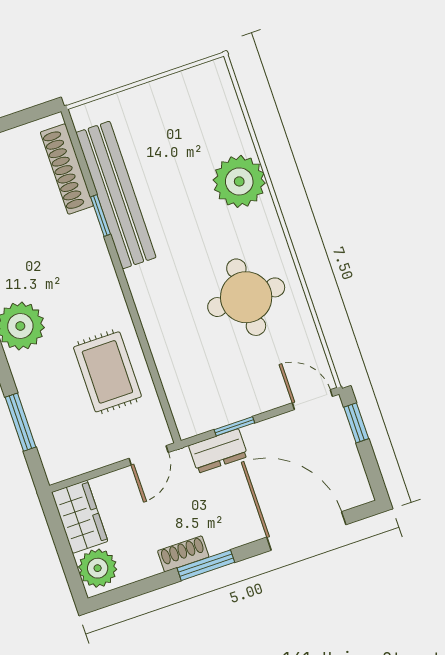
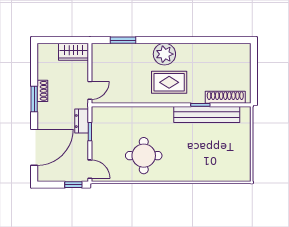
plant: (239, 181) -> (195, 170), removed
rug: (107, 372) -> (169, 82), moved
door: (312, 400) -> (90, 169), hinge flipped
door: (149, 455) -> (90, 90), swing flipped
plant: (98, 568) -> (49, 52), removed

